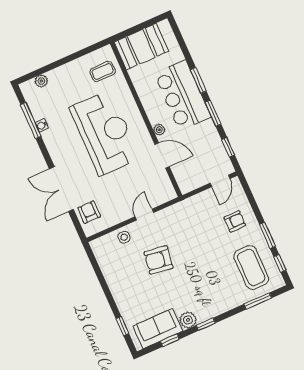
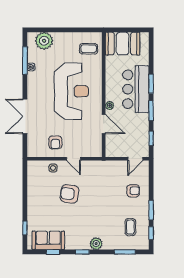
plant: (41, 81) -> (44, 41), width x1.87, depth x1.87
armchair: (89, 212) -> (55, 142), moved, turned 180
door: (144, 215) -> (74, 159), swing flipped
coffee table: (251, 267) -> (130, 227), width x0.54, depth x0.58
plant: (188, 320) -> (96, 244), moved

